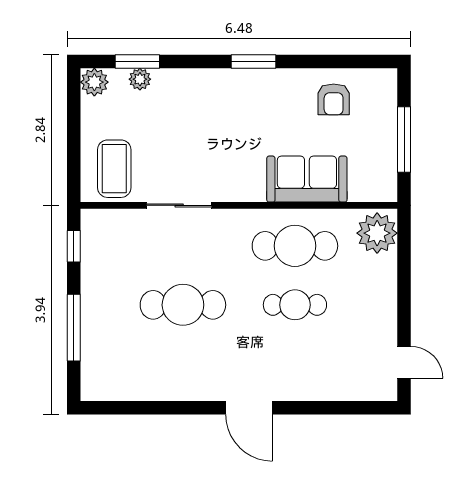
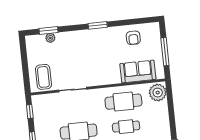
plant: (94, 82) -> (31, 41), removed
sofa: (307, 179) -> (138, 71), moved

